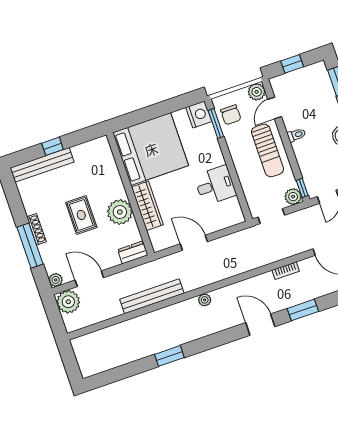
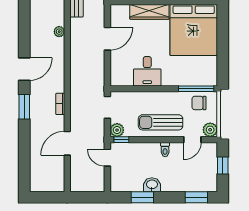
door: (275, 108) -> (192, 140), swing flipped
nightstand: (199, 114) -> (208, 78), removed
window: (216, 124) -> (196, 89), width x1.44

